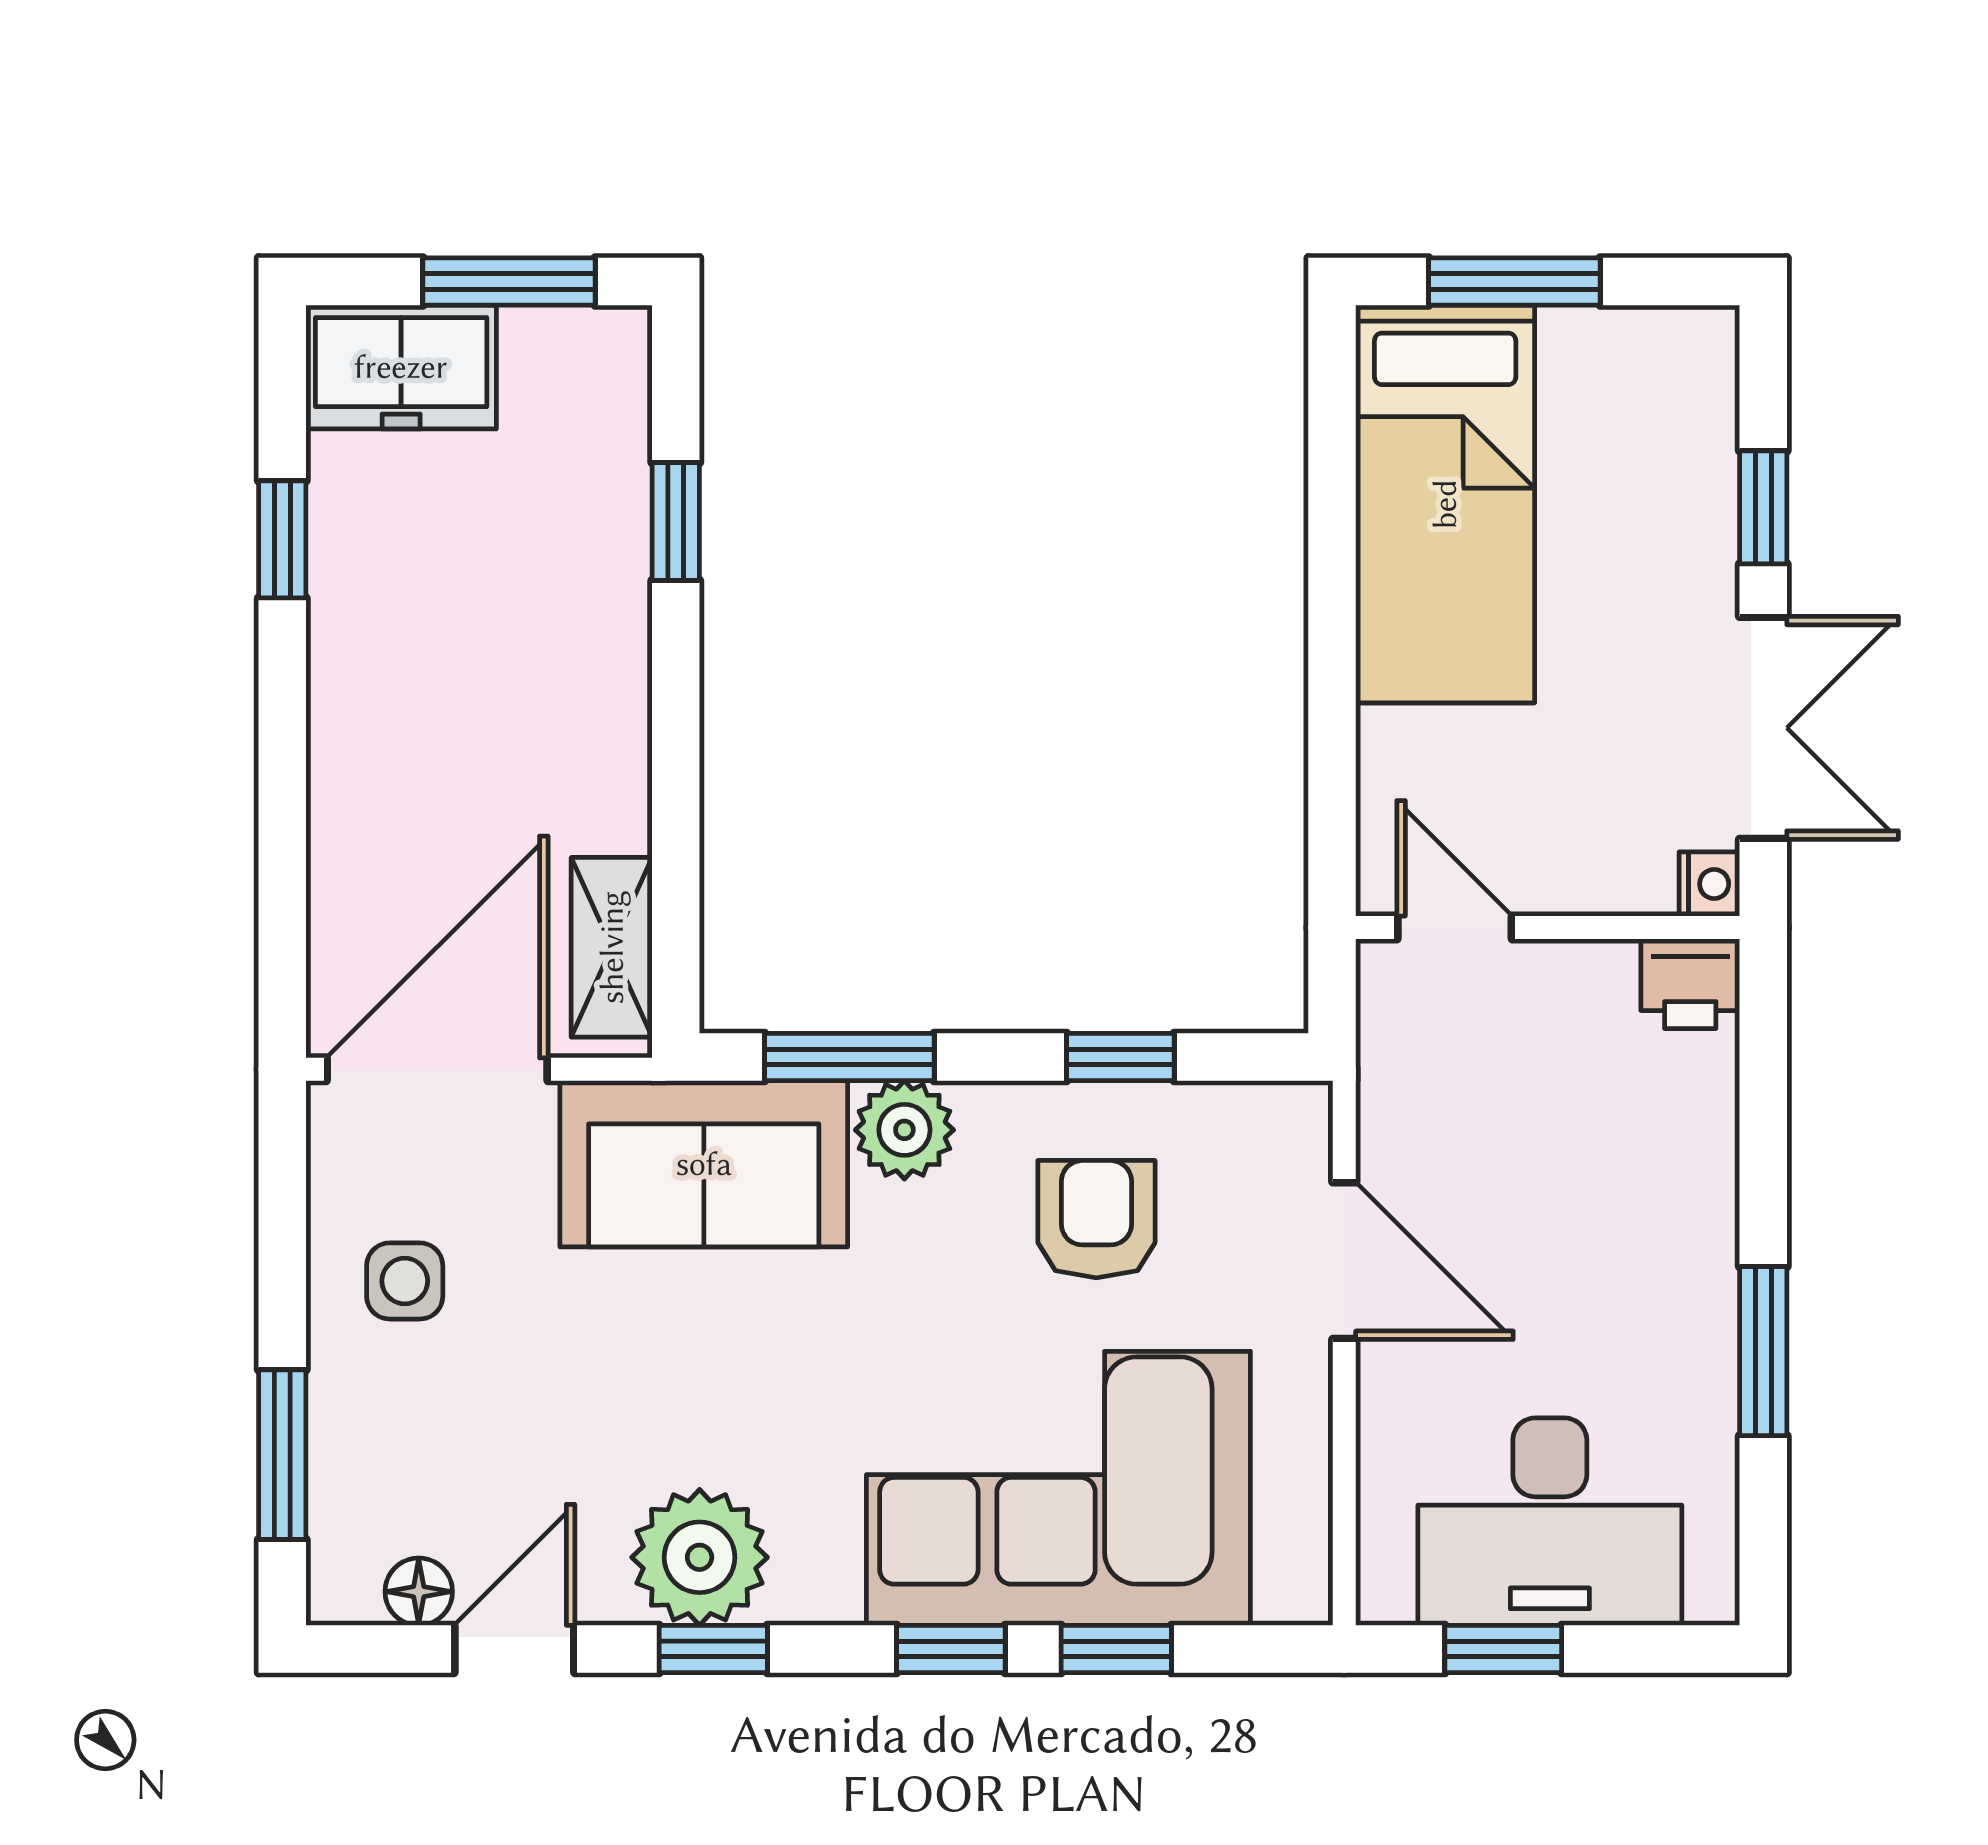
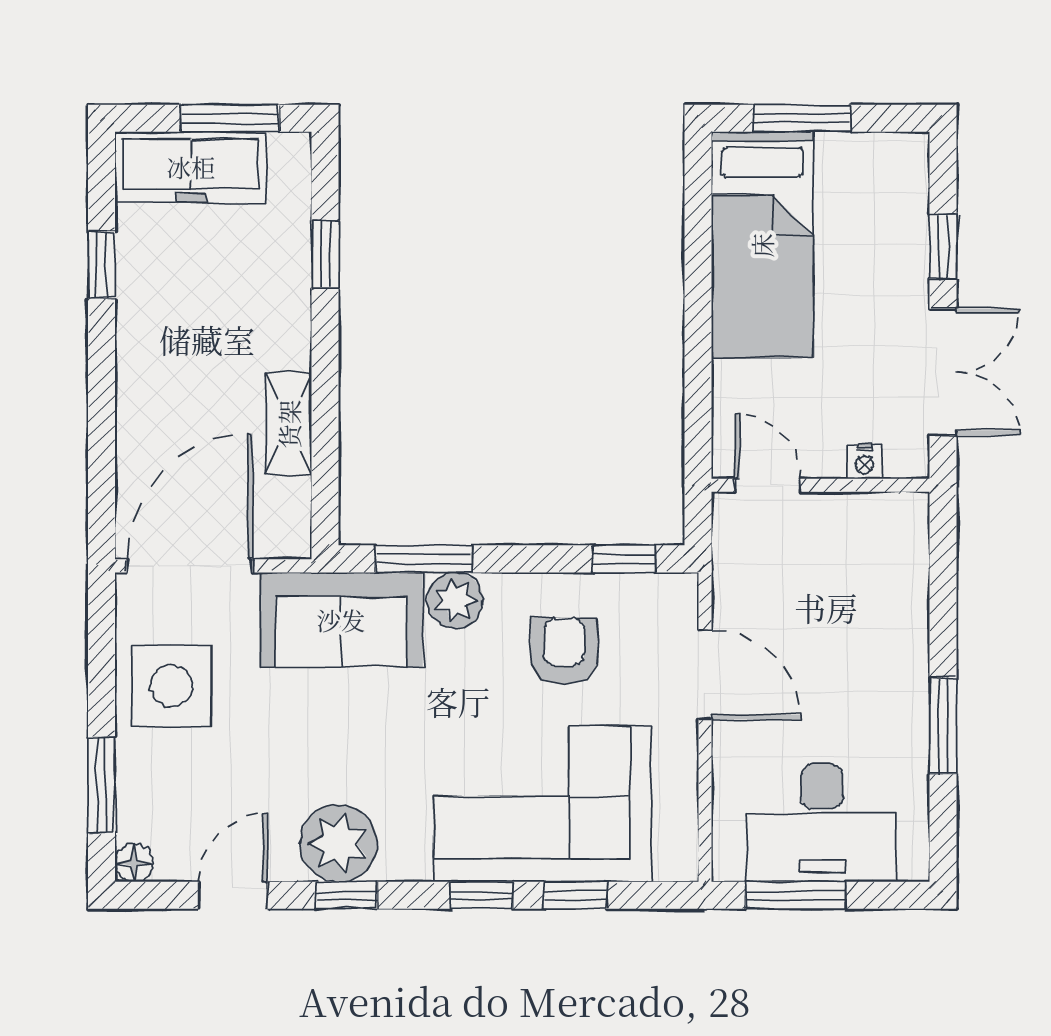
freezer: (401, 367) -> (191, 167), width x1.40
nightstand: (1709, 884) -> (864, 462), moved, turned 90
shelving: (612, 947) -> (289, 424), moved
printer: (1690, 984) -> (902, 517), removed
window: (1120, 1057) -> (624, 559), moved
side table: (405, 1281) -> (171, 686), width x1.87, depth x1.87
floor lamp: (419, 1592) -> (134, 863), moved
window: (1503, 1649) -> (795, 895), width x1.50

